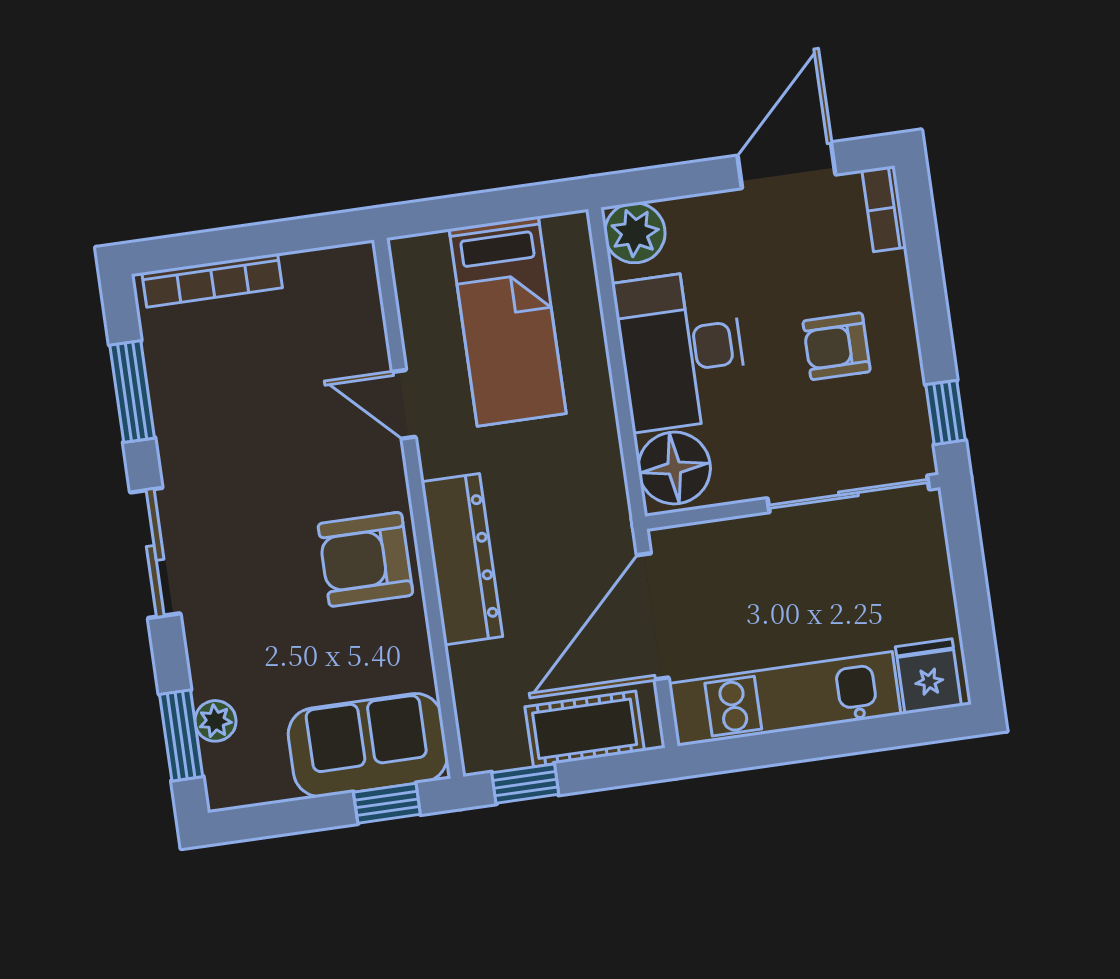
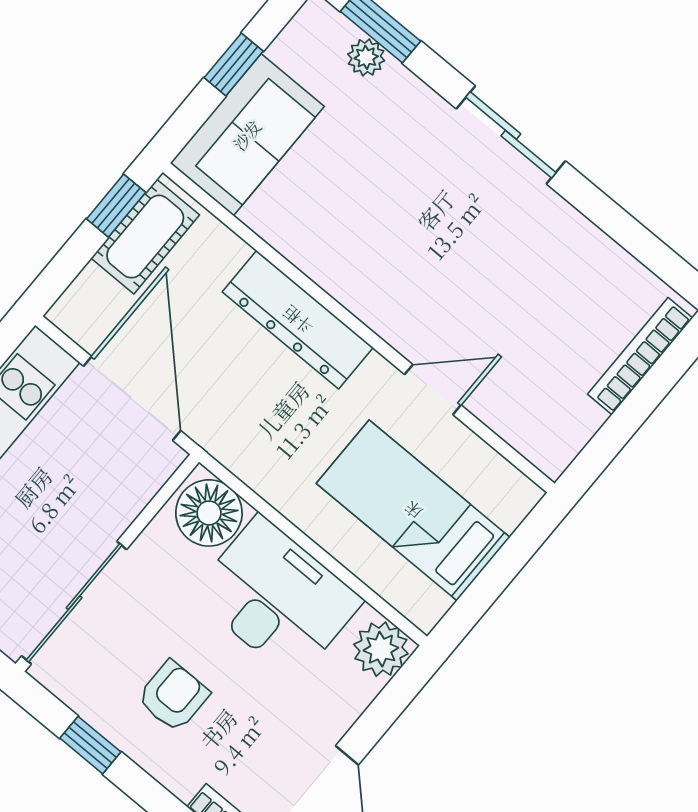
window: (132, 392) -> (626, 231), removed
window: (946, 412) -> (90, 745), moved
armchair: (365, 559) -> (363, 260), removed
cot: (585, 729) -> (145, 237), moved
window: (387, 803) -> (234, 64), moved

